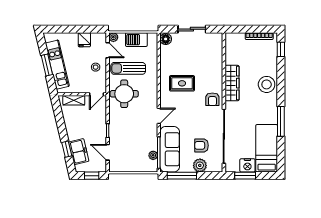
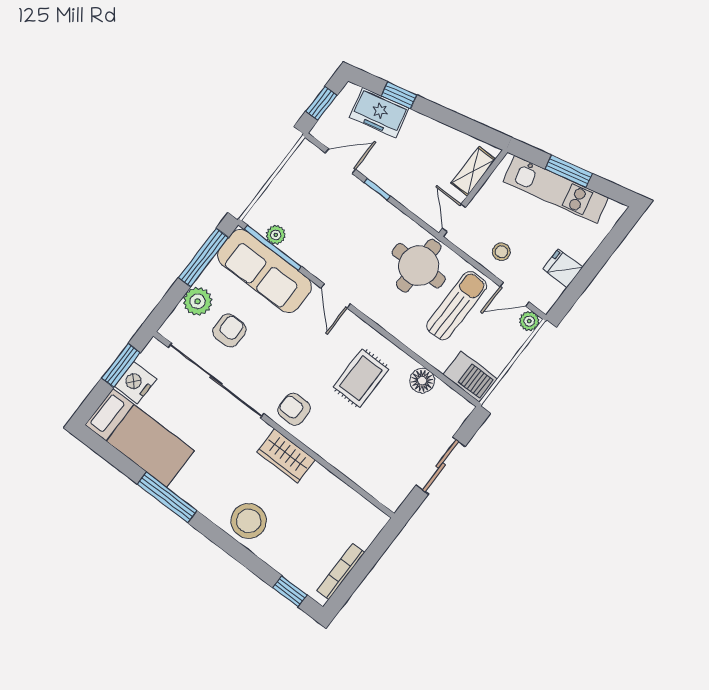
floor lamp: (166, 39) -> (422, 381), moved
barbecue: (136, 40) -> (470, 377), moved, turned 90
wardrobe: (232, 83) -> (286, 456), width x0.67

